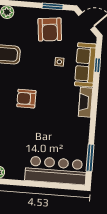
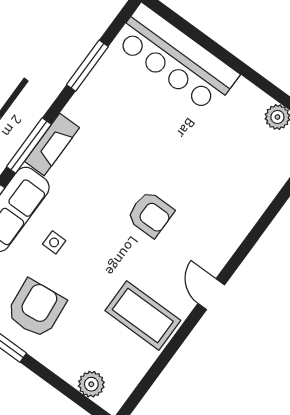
window: (95, 96) -> (29, 146), added
window: (90, 158) -> (87, 66), moved

